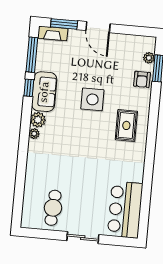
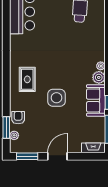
window: (64, 24) -> (27, 156), moved
door: (98, 27) -> (57, 156), hinge flipped

